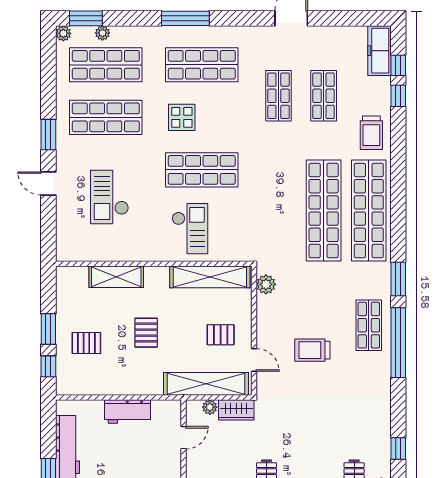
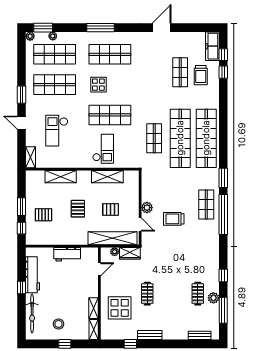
shop shelf: (278, 96) -> (154, 138), moved
trolley: (371, 133) -> (201, 75), moved
shelving: (64, 243) -> (30, 157), added
shelving: (210, 277) -> (107, 177), width x0.68
plant: (266, 284) -> (147, 208), moved
pallet: (221, 335) -> (111, 209), moved

